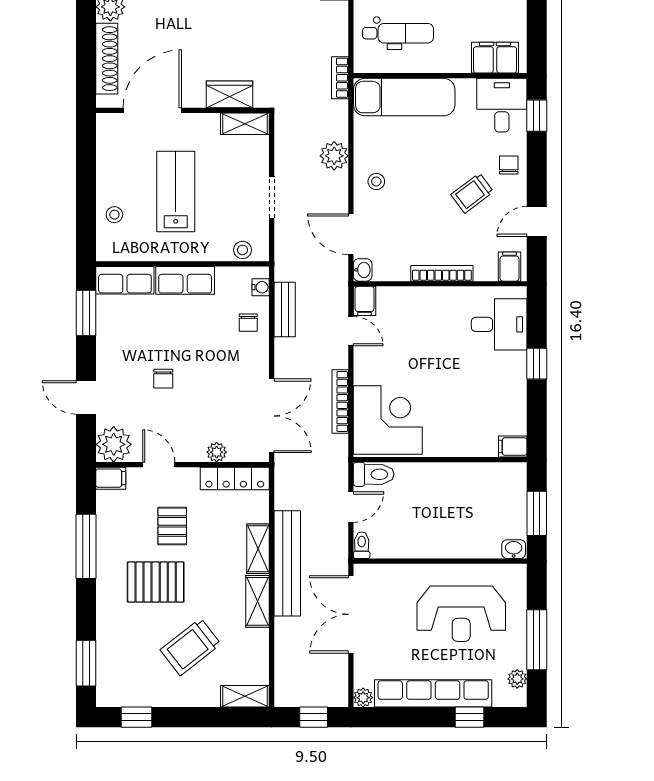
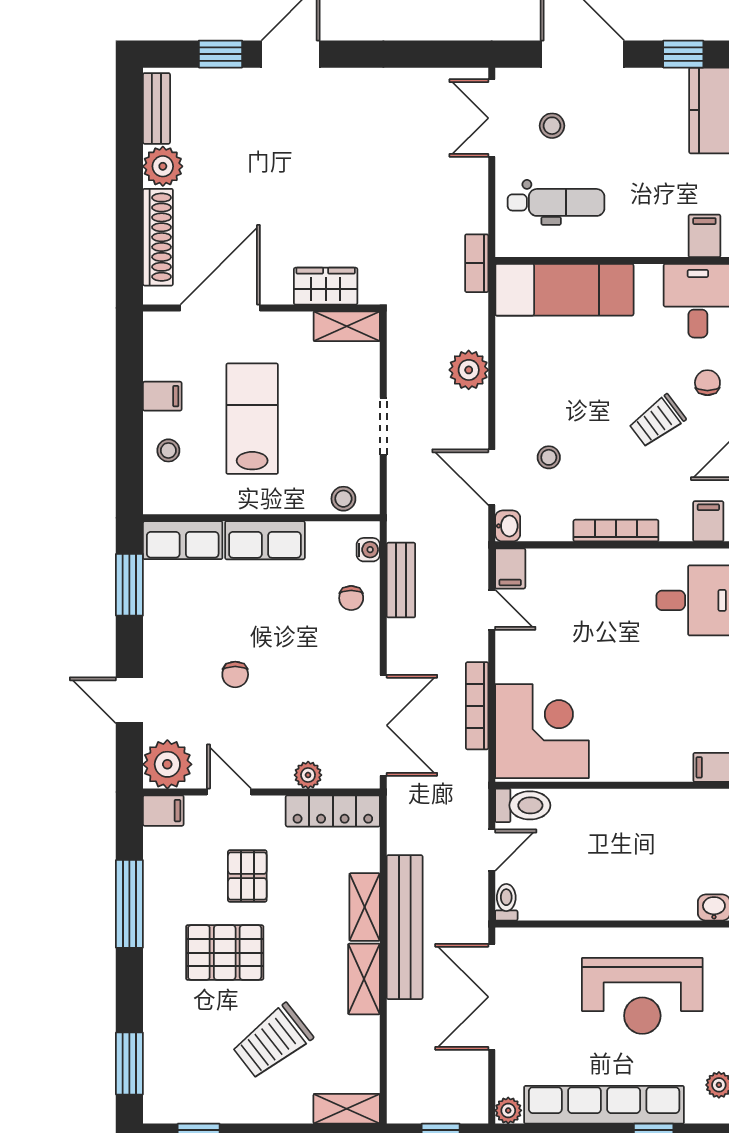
filing cabinet: (495, 58) -> (704, 236), width x0.50
filing cabinet: (110, 175) -> (162, 396), added
stool: (376, 182) -> (549, 457), moved

